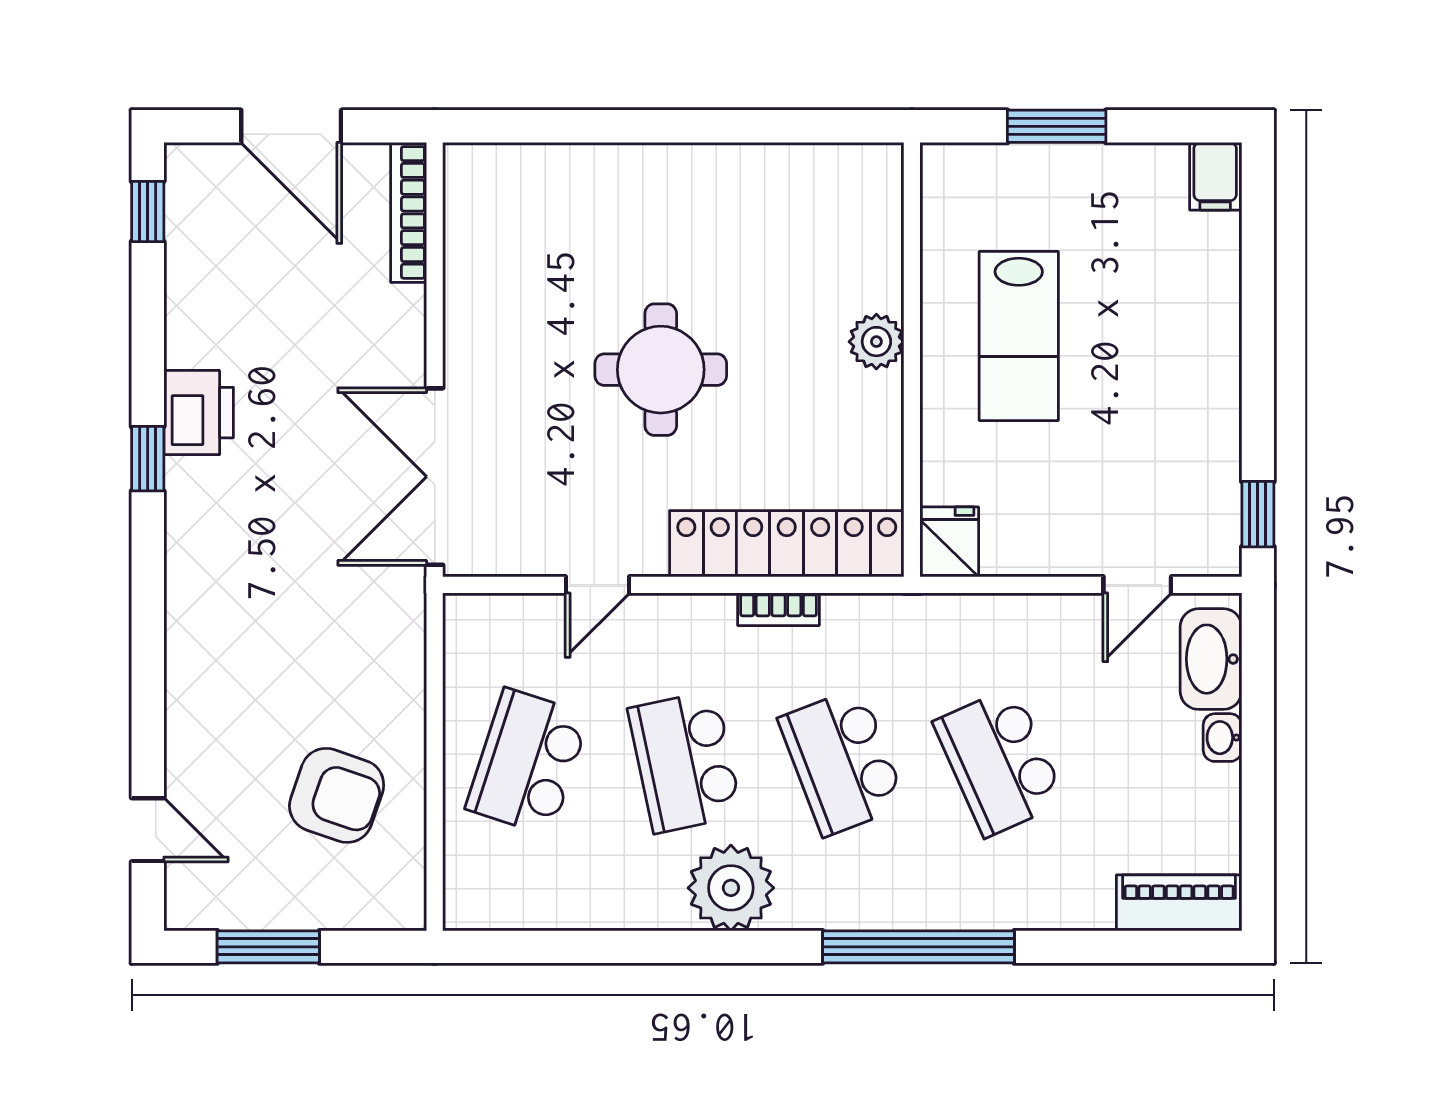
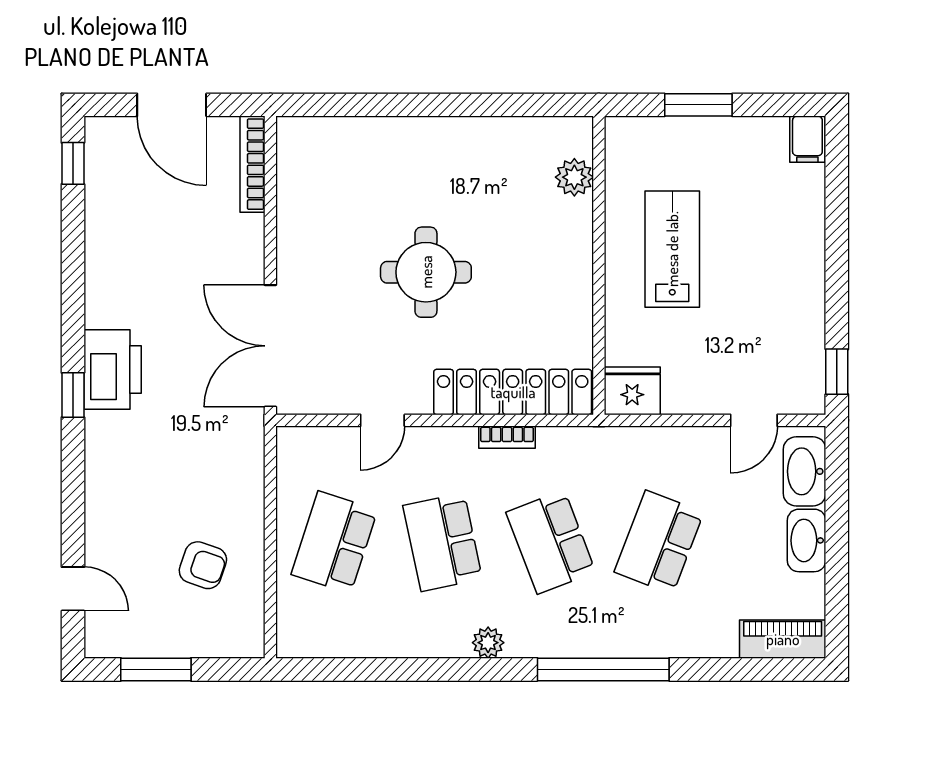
lab bench: (1019, 336) -> (672, 249), turned 180
plant: (876, 342) -> (574, 177), moved
printer: (199, 413) -> (113, 369), moved, width x1.37, depth x1.19
window: (148, 459) -> (73, 395), moved
fridge: (949, 542) -> (632, 391), width x1.38
washbasin: (1222, 738) -> (807, 540), width x1.91, depth x1.45
school desk: (999, 762) -> (659, 542), turned 45
armchair: (337, 795) -> (203, 565), width x0.72, depth x0.72
plant: (731, 888) -> (488, 643), width x0.53, depth x0.53

